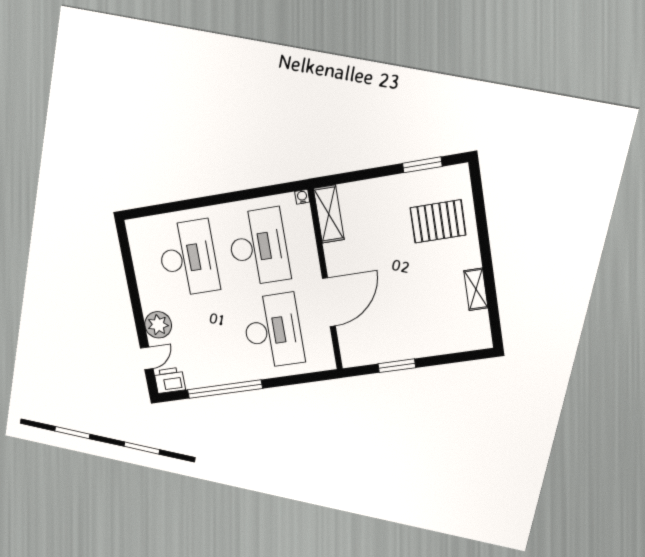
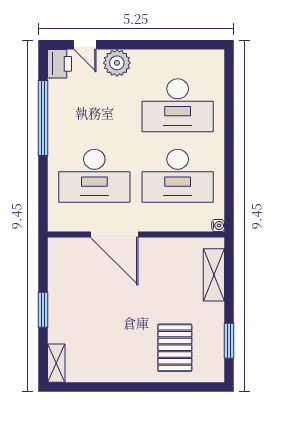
shelving: (329, 214) -> (214, 275), moved, turned 90
shelving: (476, 289) -> (56, 363), moved, turned 90
window: (397, 366) -> (43, 310), moved

